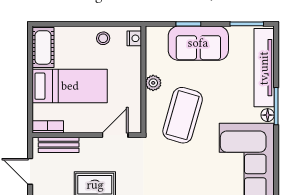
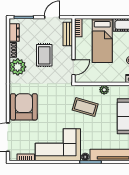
coffee table: (183, 115) -> (85, 107), width x0.73, depth x0.76
door: (115, 135) -> (73, 67), hinge flipped

